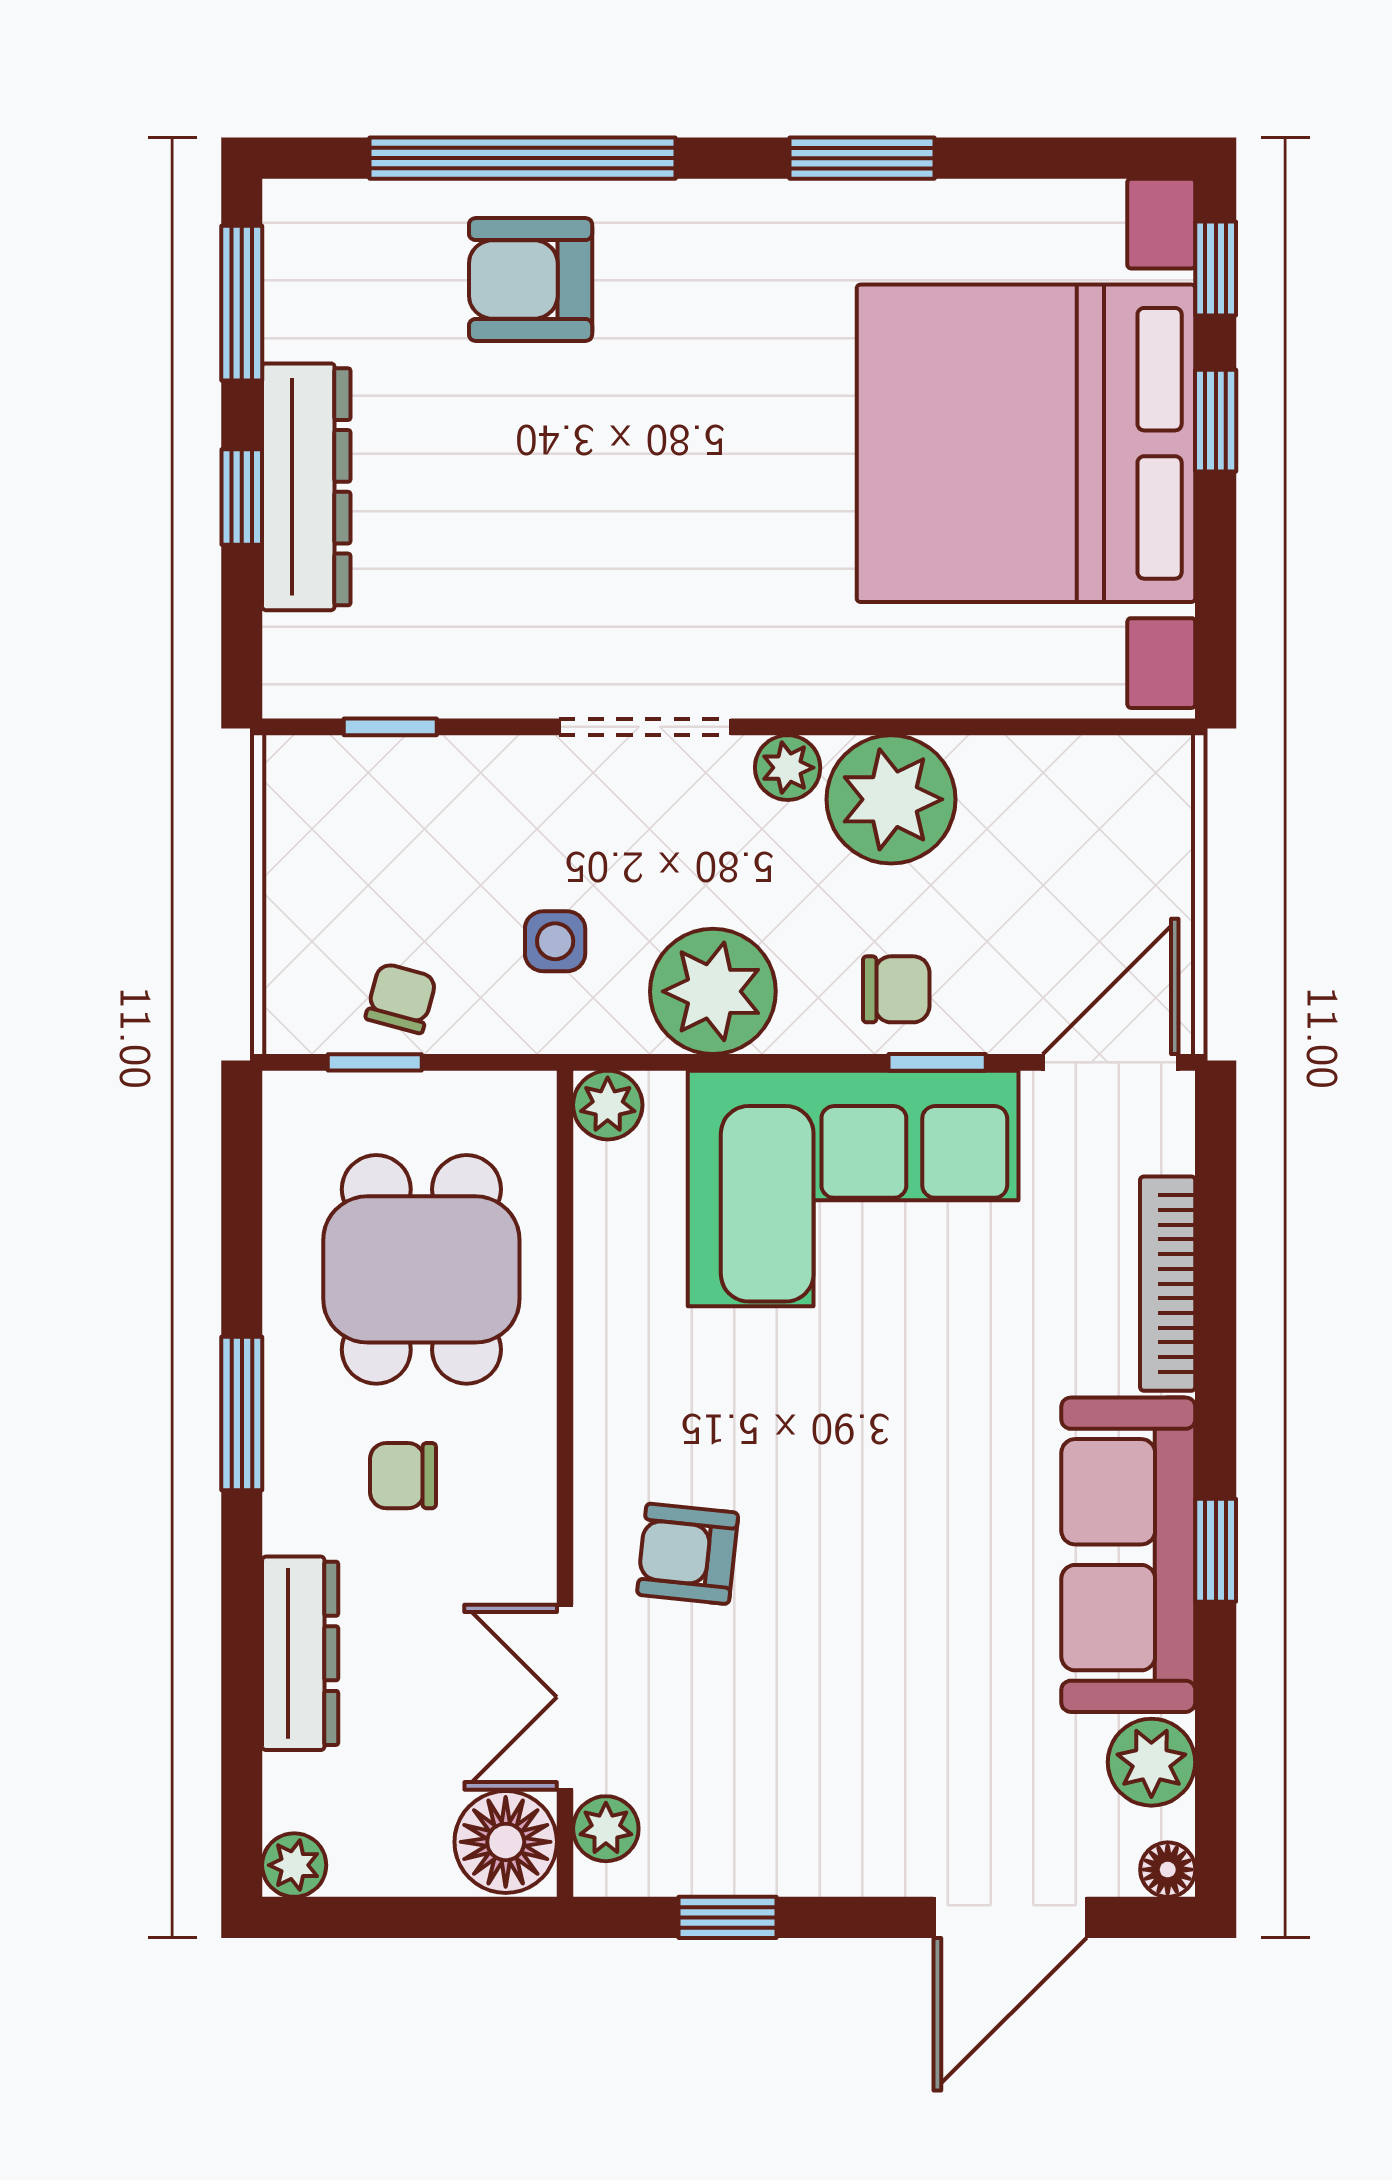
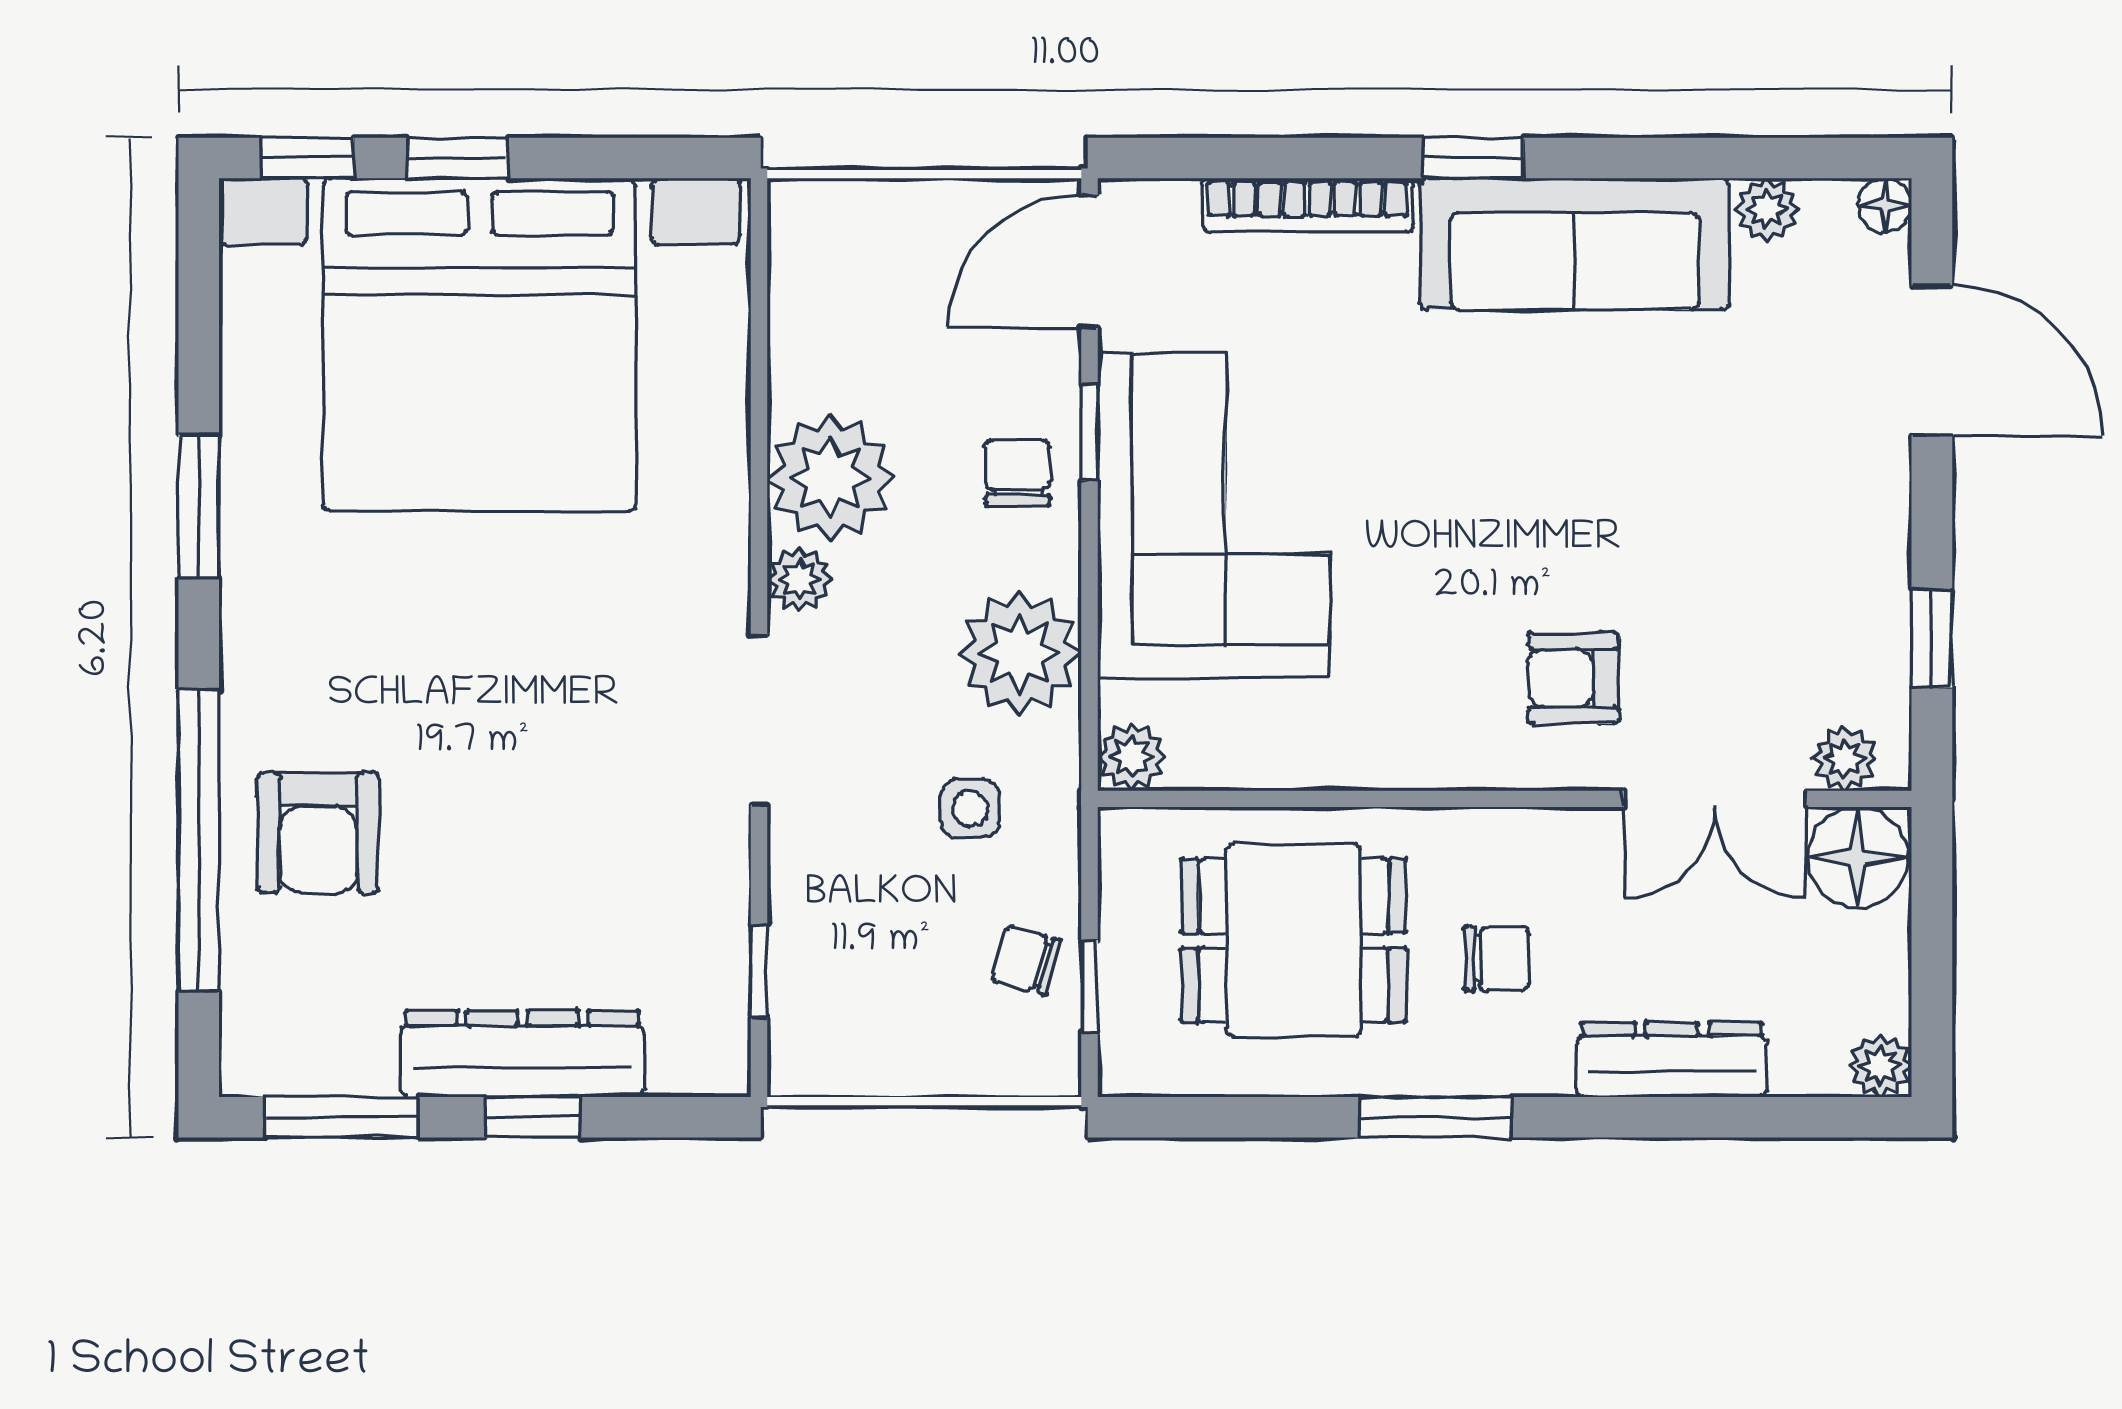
door: (1111, 1062) -> (1089, 261), hinge flipped
chair: (403, 1476) -> (1497, 958), turned -90
window: (1216, 1550) -> (1473, 158), moved
armchair: (688, 1554) -> (1574, 678), turned 84
plant: (1151, 1762) -> (1767, 209), width x0.73, depth x0.73

